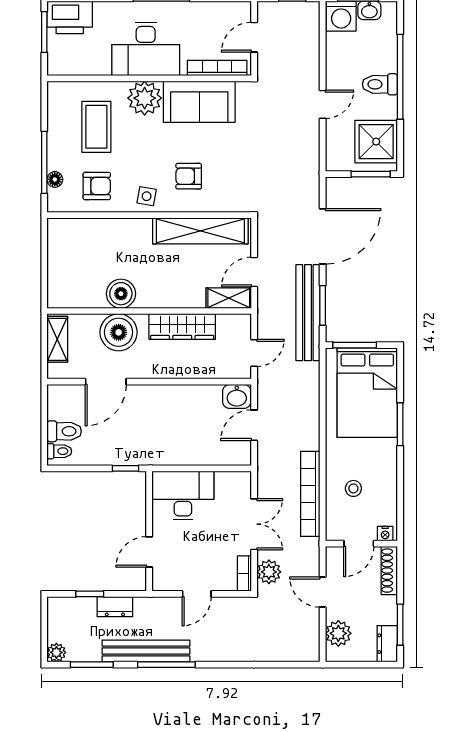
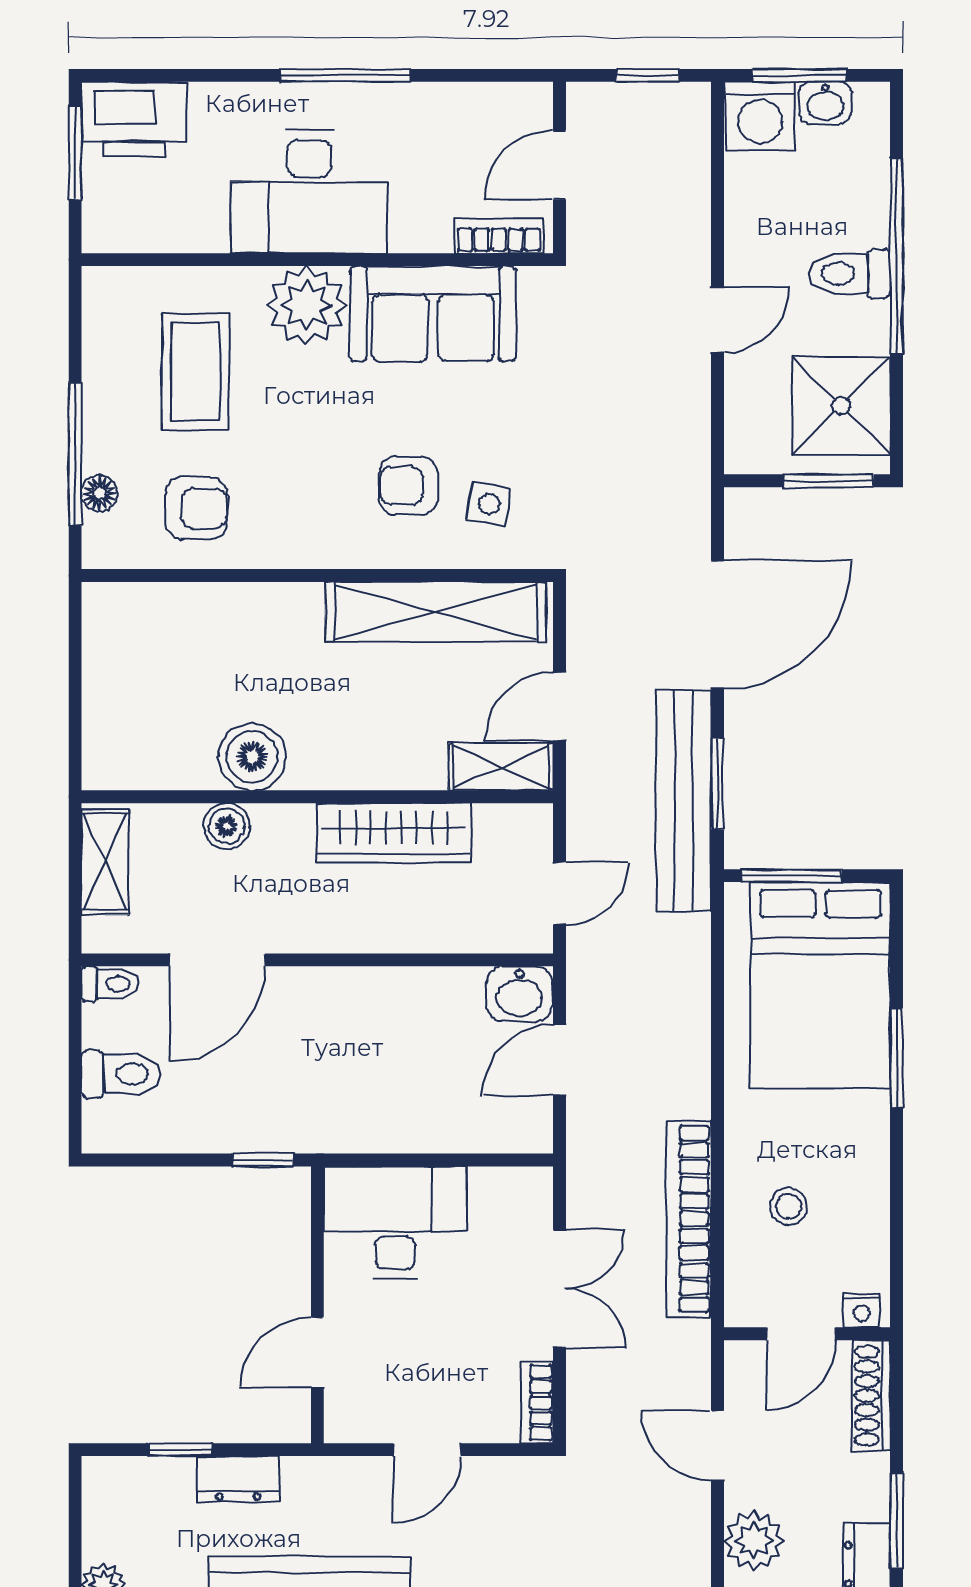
bookcase: (217, 68) -> (499, 236), width x0.64
side table: (147, 196) -> (489, 504), moved
boiler: (119, 332) -> (227, 826), width x0.54, depth x0.54
toilet: (59, 451) -> (110, 984), moved
plant: (269, 572) -> (594, 1399), removed

